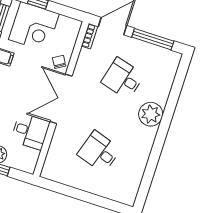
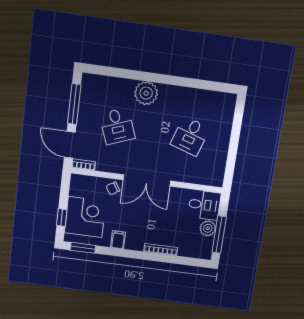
desk: (123, 79) -> (117, 126), turned -36
desk: (30, 131) -> (204, 205), moved, turned 90

